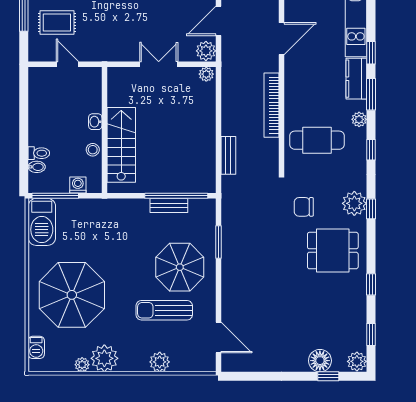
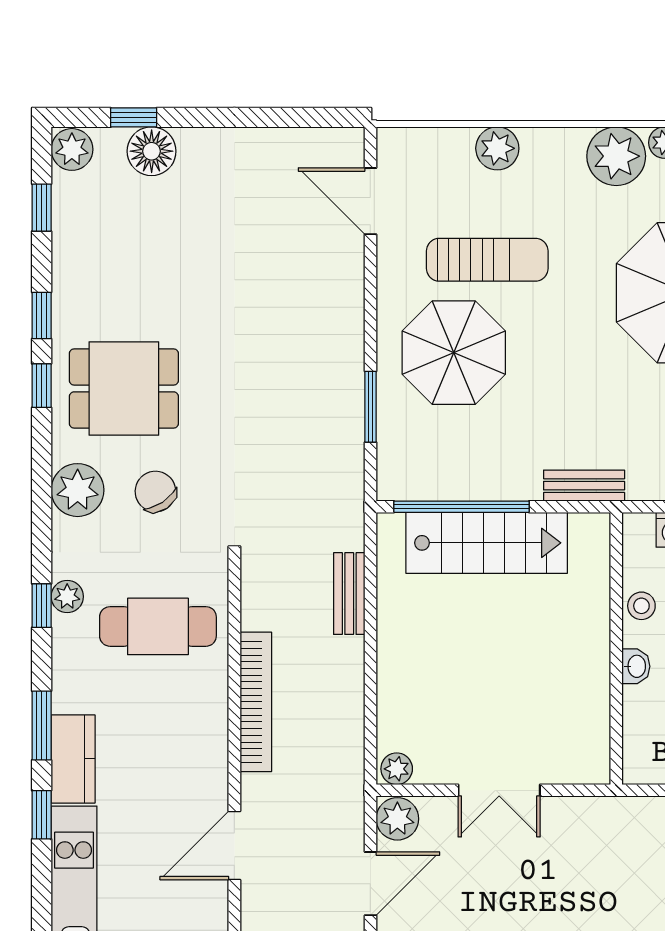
plant: (359, 119) -> (67, 597), moved
stairs: (121, 145) -> (487, 543), moved, turned -90
bench: (169, 205) -> (584, 486), moved
chair: (304, 207) -> (155, 492), moved, turned -124
window: (371, 209) -> (42, 386), moved

